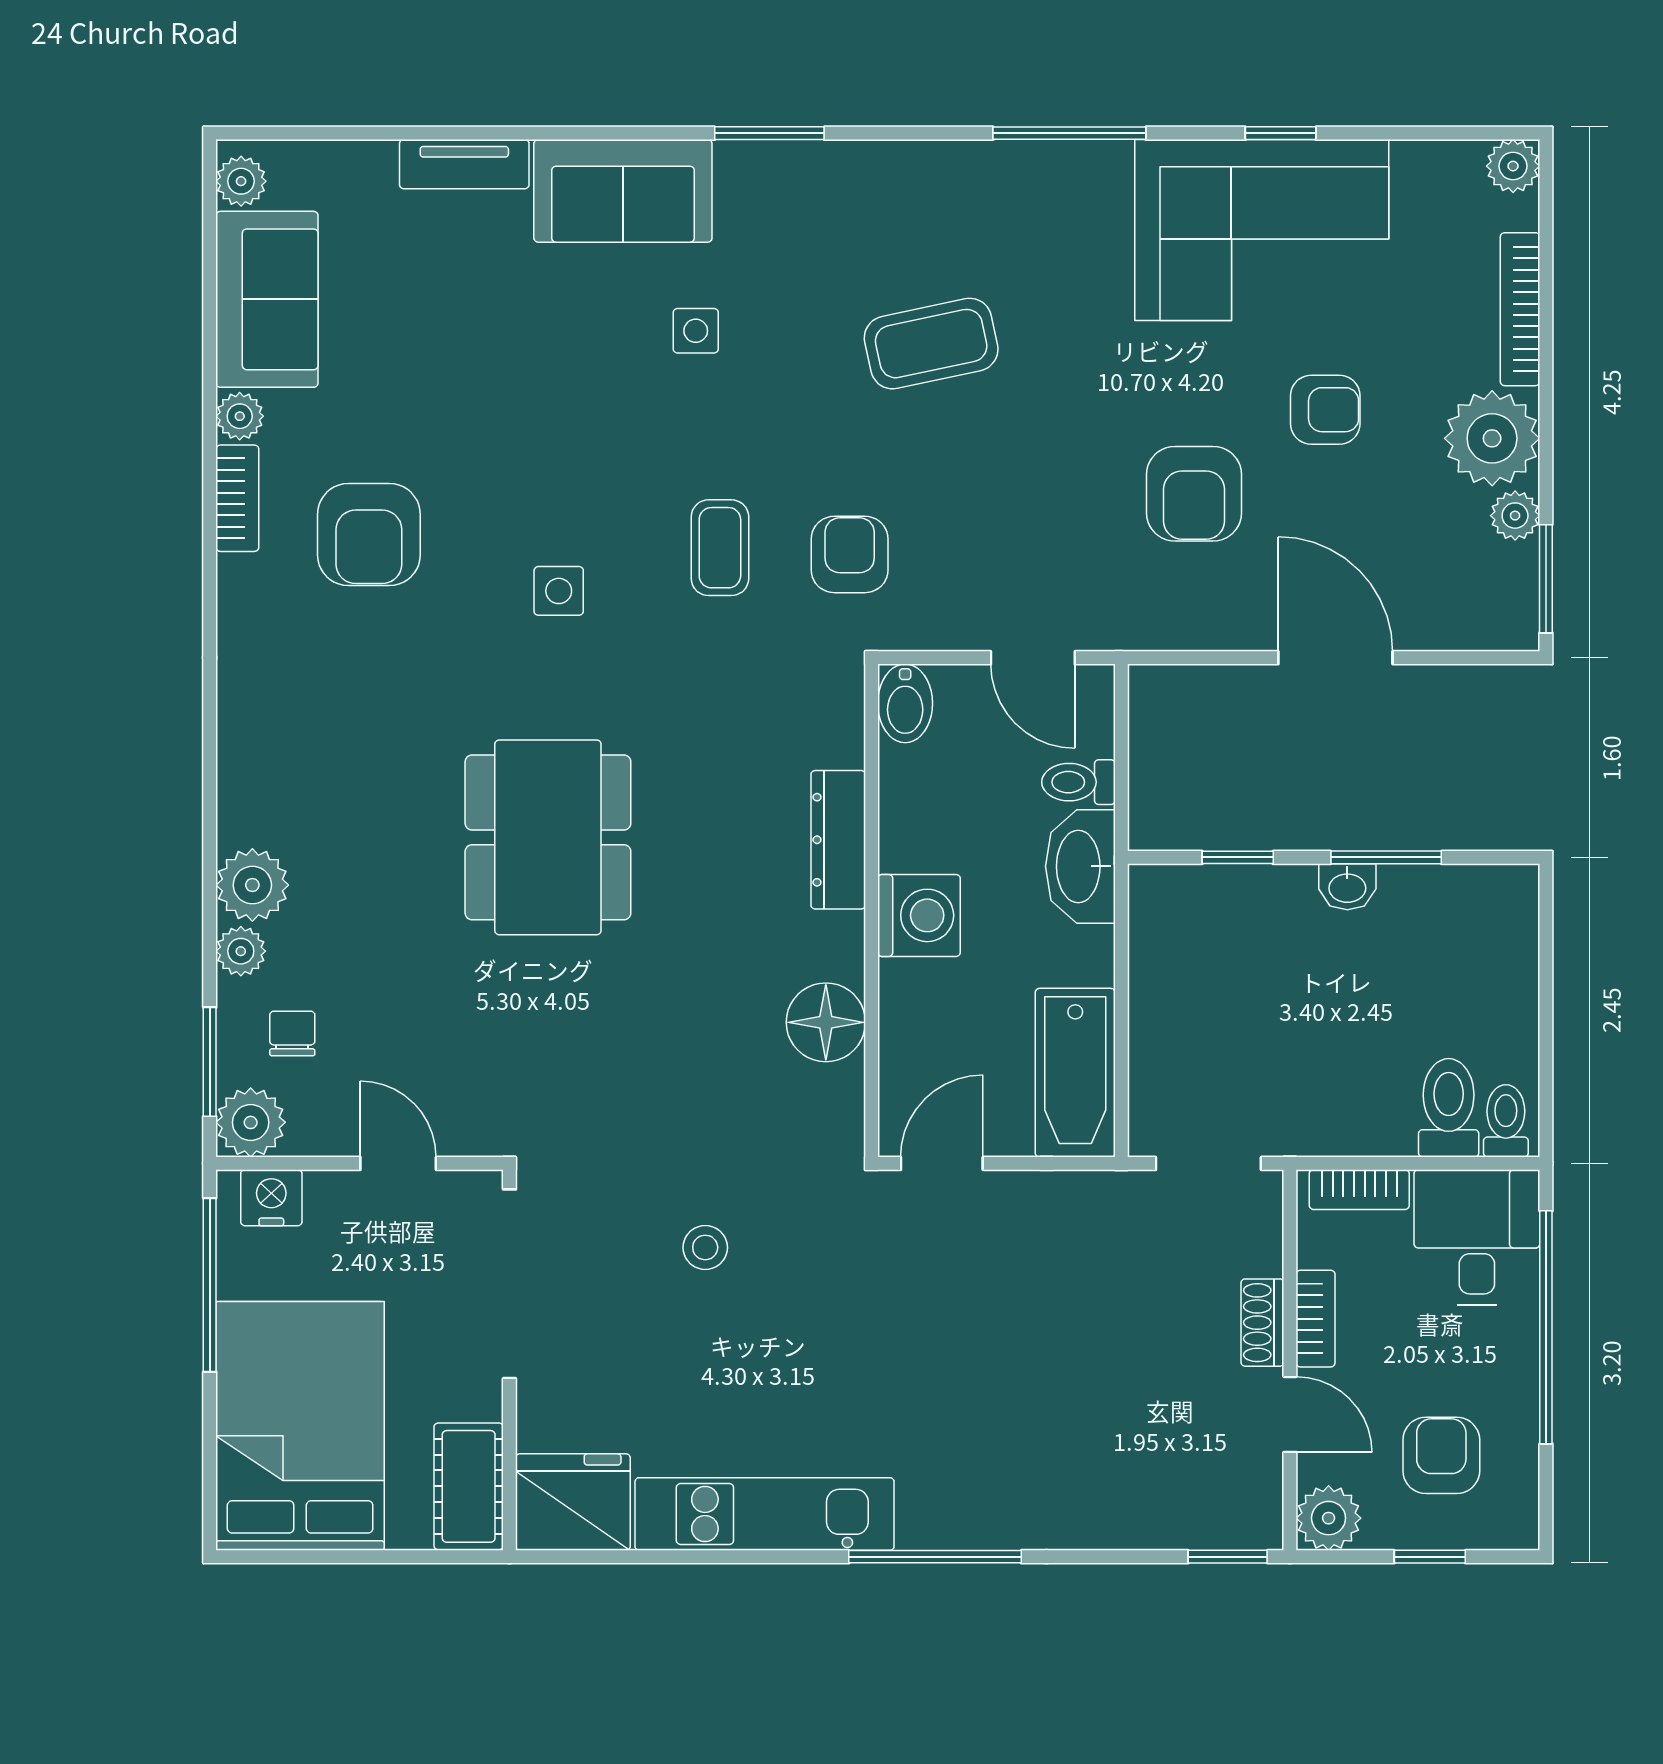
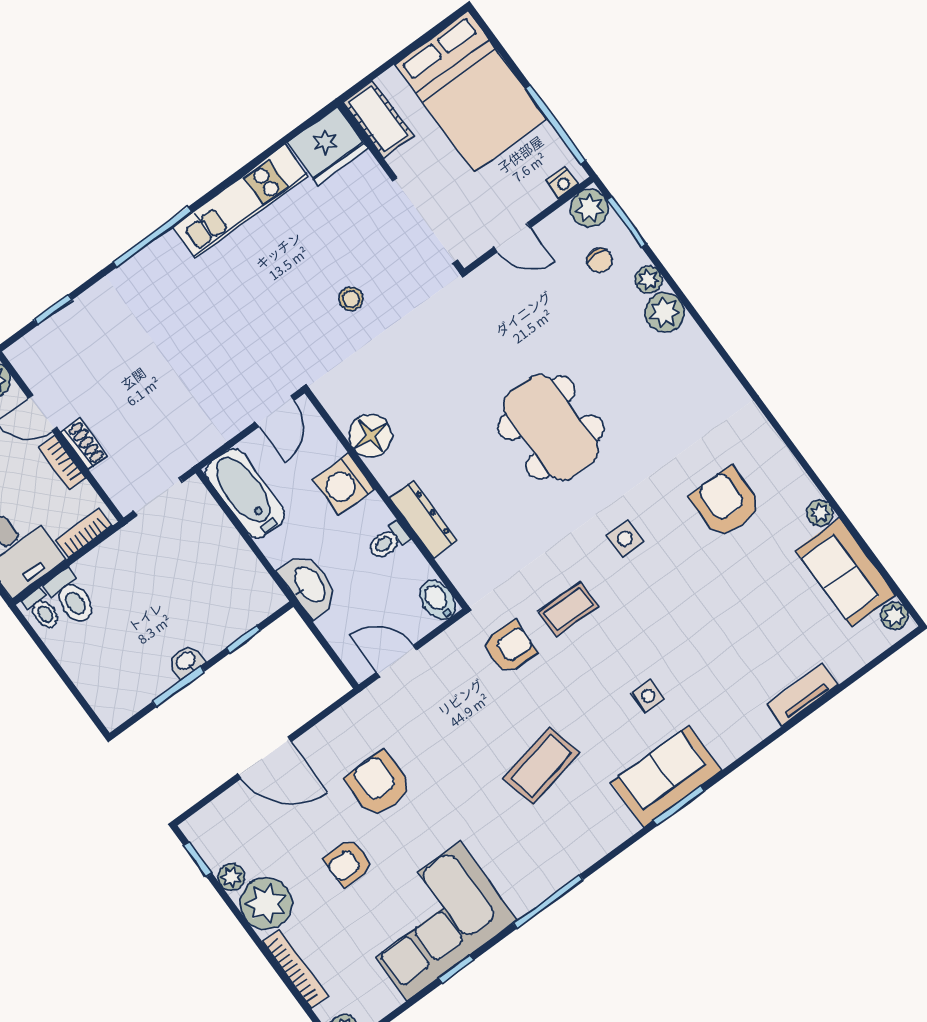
sofa: (623, 191) -> (666, 776), moved
bookcase: (237, 498) -> (795, 476), removed
coffee table: (720, 548) -> (568, 609), turned 90
armchair: (850, 554) -> (510, 648), turned -88
window: (1546, 579) -> (198, 859), width x0.67
toilet: (1078, 782) -> (388, 541), moved, turned 180
washing machine: (919, 915) -> (344, 484), moved
nightstand: (271, 1198) -> (563, 182), width x0.72, depth x0.74
window: (1228, 1557) -> (53, 310), moved

